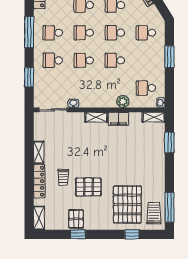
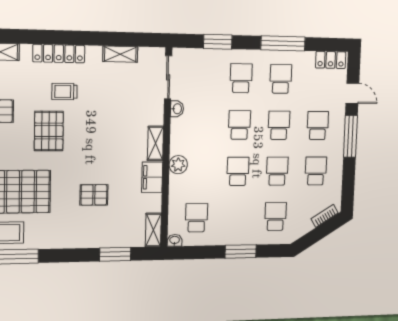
plant: (123, 102) -> (178, 165), moved
shelving: (39, 152) -> (120, 54), moved
pallet: (130, 157) -> (94, 195), added

